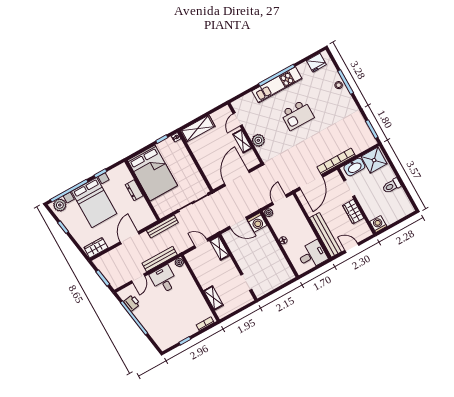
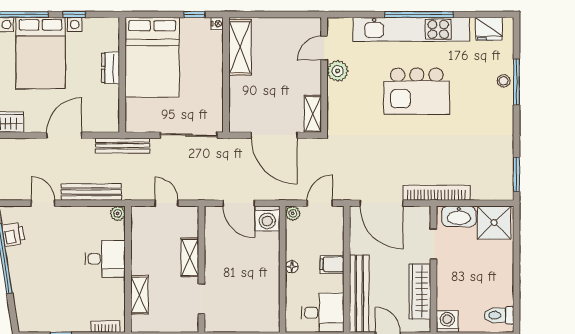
kitchen unit: (277, 85) -> (411, 29), width x1.36
kitchen island: (297, 115) -> (417, 91), width x1.37, depth x1.28
shelving: (198, 129) -> (240, 47), moved, turned 90
plant: (258, 140) -> (338, 71), moved
shelving: (242, 141) -> (313, 114), moved
door: (237, 178) -> (274, 135), swing flipped
door: (311, 182) -> (381, 203), hinge flipped
toilet: (392, 186) -> (499, 315), moved
wardrobe: (353, 212) -> (420, 291), width x1.50
filing cabinet: (303, 228) -> (332, 264), added
shelving: (220, 248) -> (190, 257), moved
door: (138, 278) -> (43, 203), swing flipped
desk: (164, 280) -> (105, 259), moved, turned 90

